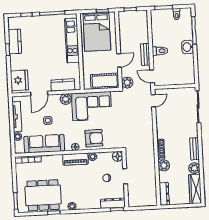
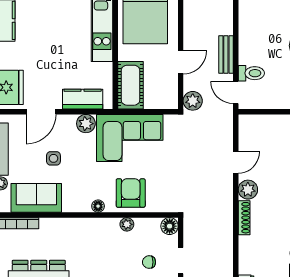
toilet: (160, 51) -> (251, 73), moved
cot: (105, 81) -> (131, 85), moved, turned 90
door: (153, 101) -> (236, 162), moved
armchair: (94, 138) -> (131, 193), turned -89
sofa: (44, 144) -> (36, 198), width x0.73
piano: (75, 159) -> (97, 227), removed
plant: (164, 165) -> (248, 190), moved

